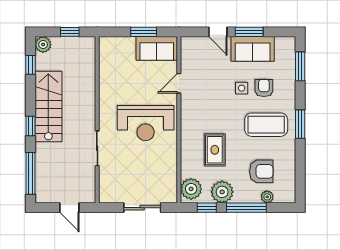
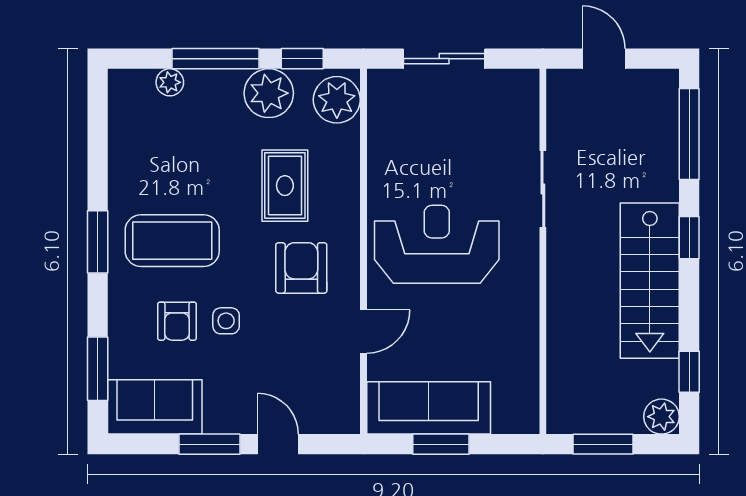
window: (70, 32) -> (603, 444), width x1.50
sofa: (157, 48) -> (429, 408), width x1.36
sofa: (253, 49) -> (155, 407), moved
armchair: (261, 171) -> (301, 268), moved, turned 90

